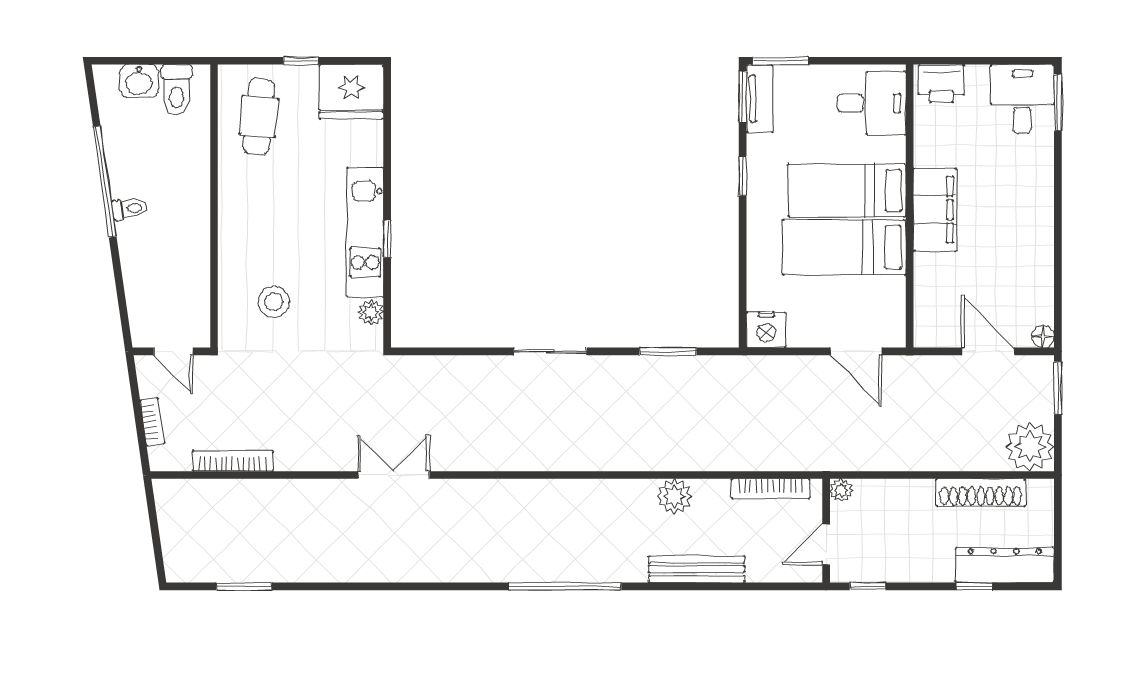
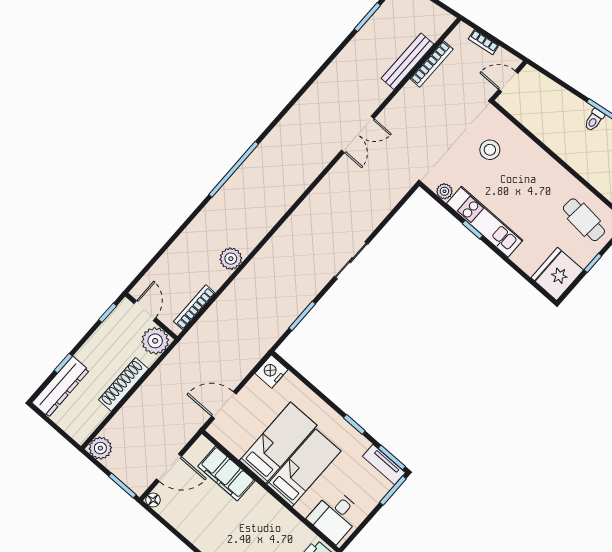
filing cabinet: (935, 210) -> (226, 473), moved
plant: (1030, 447) -> (100, 448), width x0.73, depth x0.73
plant: (841, 490) -> (155, 341), width x1.87, depth x1.87
shoe rack: (981, 493) -> (123, 384), moved
bench: (697, 569) -> (408, 61), moved

